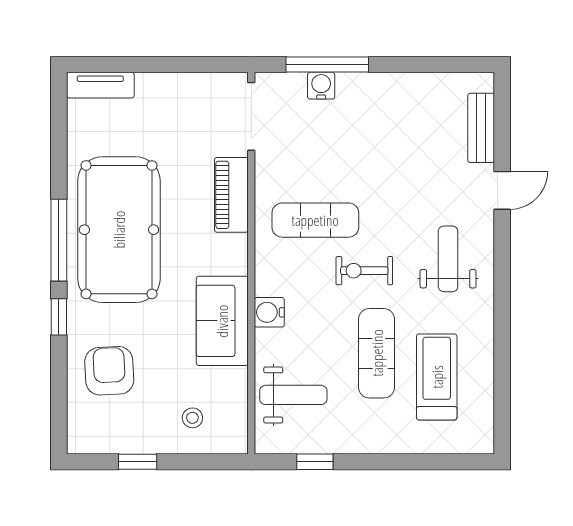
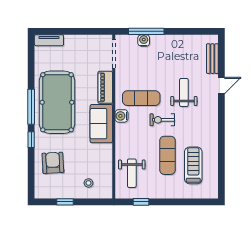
weight bench: (448, 259) -> (184, 92), moved
water cooler: (269, 312) -> (121, 116), moved
sofa: (222, 321) -> (101, 124), moved
weight bench: (293, 395) -> (132, 173), turned 90

